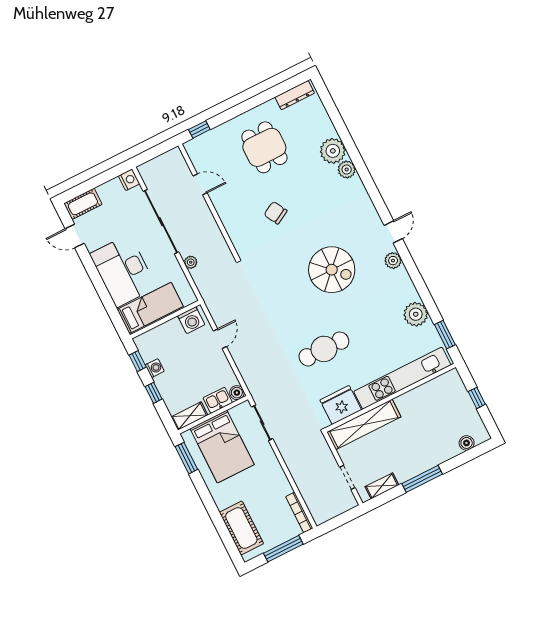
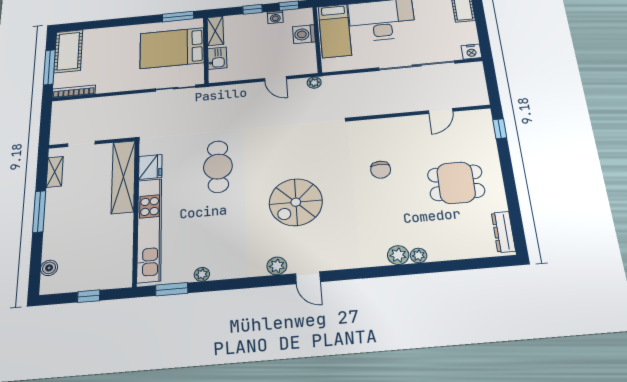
plant: (333, 151) -> (419, 255), width x0.53, depth x0.53
chair: (276, 213) -> (381, 170), turned 119
plant: (191, 262) -> (314, 83), moved
plant: (416, 314) -> (202, 274), width x0.53, depth x0.53
washing machine: (191, 320) -> (304, 34), moved
boiler: (237, 393) -> (216, 76), removed
fridge: (341, 405) -> (150, 167), width x0.73, depth x0.75
cot: (241, 528) -> (68, 51), moved, turned 90

